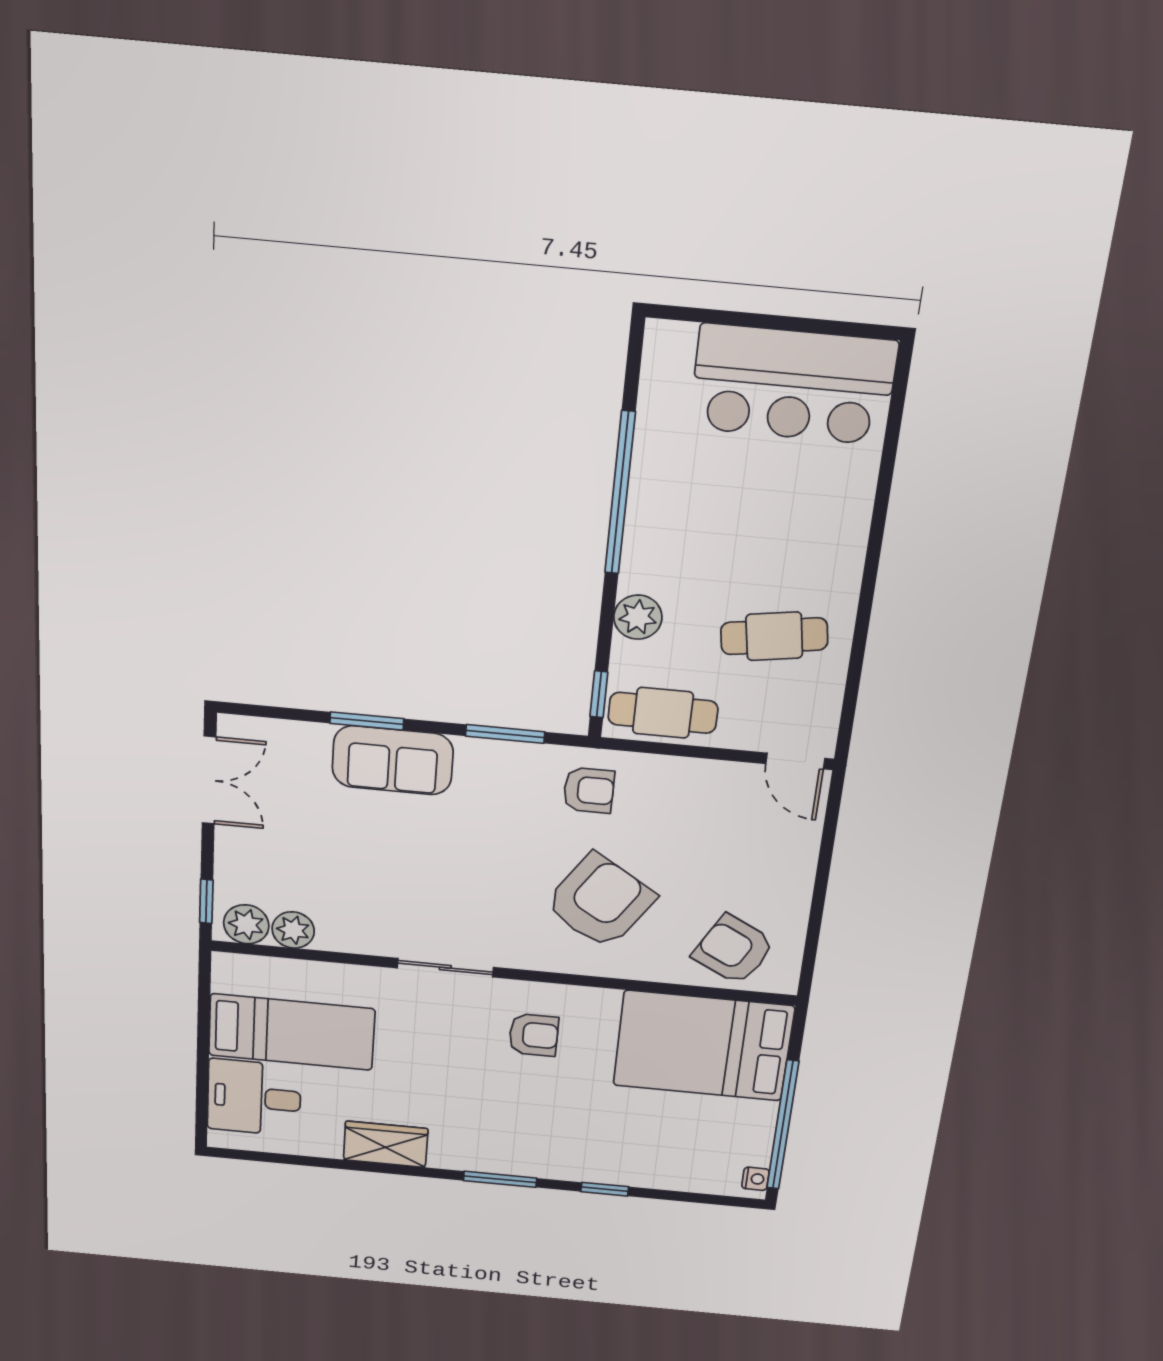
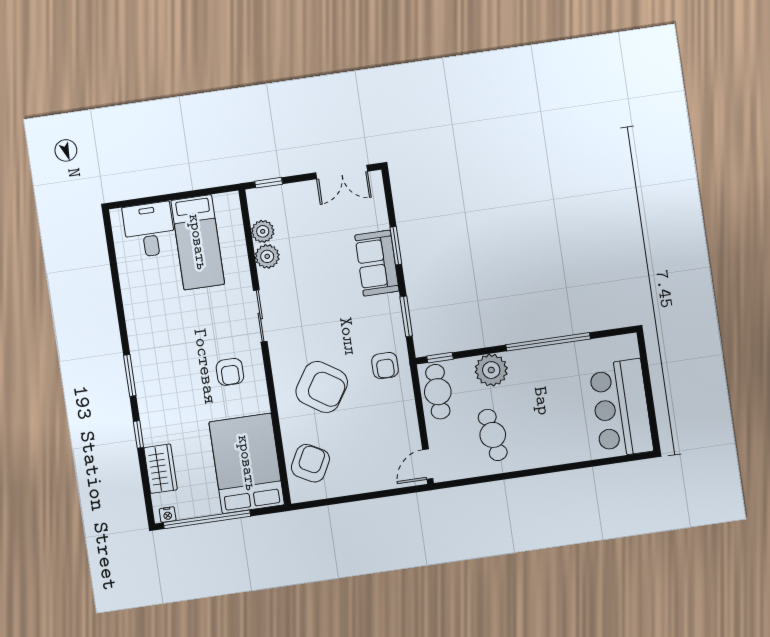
plant: (638, 617) -> (491, 370), width x1.36, depth x1.36
plant: (246, 924) -> (267, 256), moved
wardrobe: (386, 1144) -> (161, 469), moved

